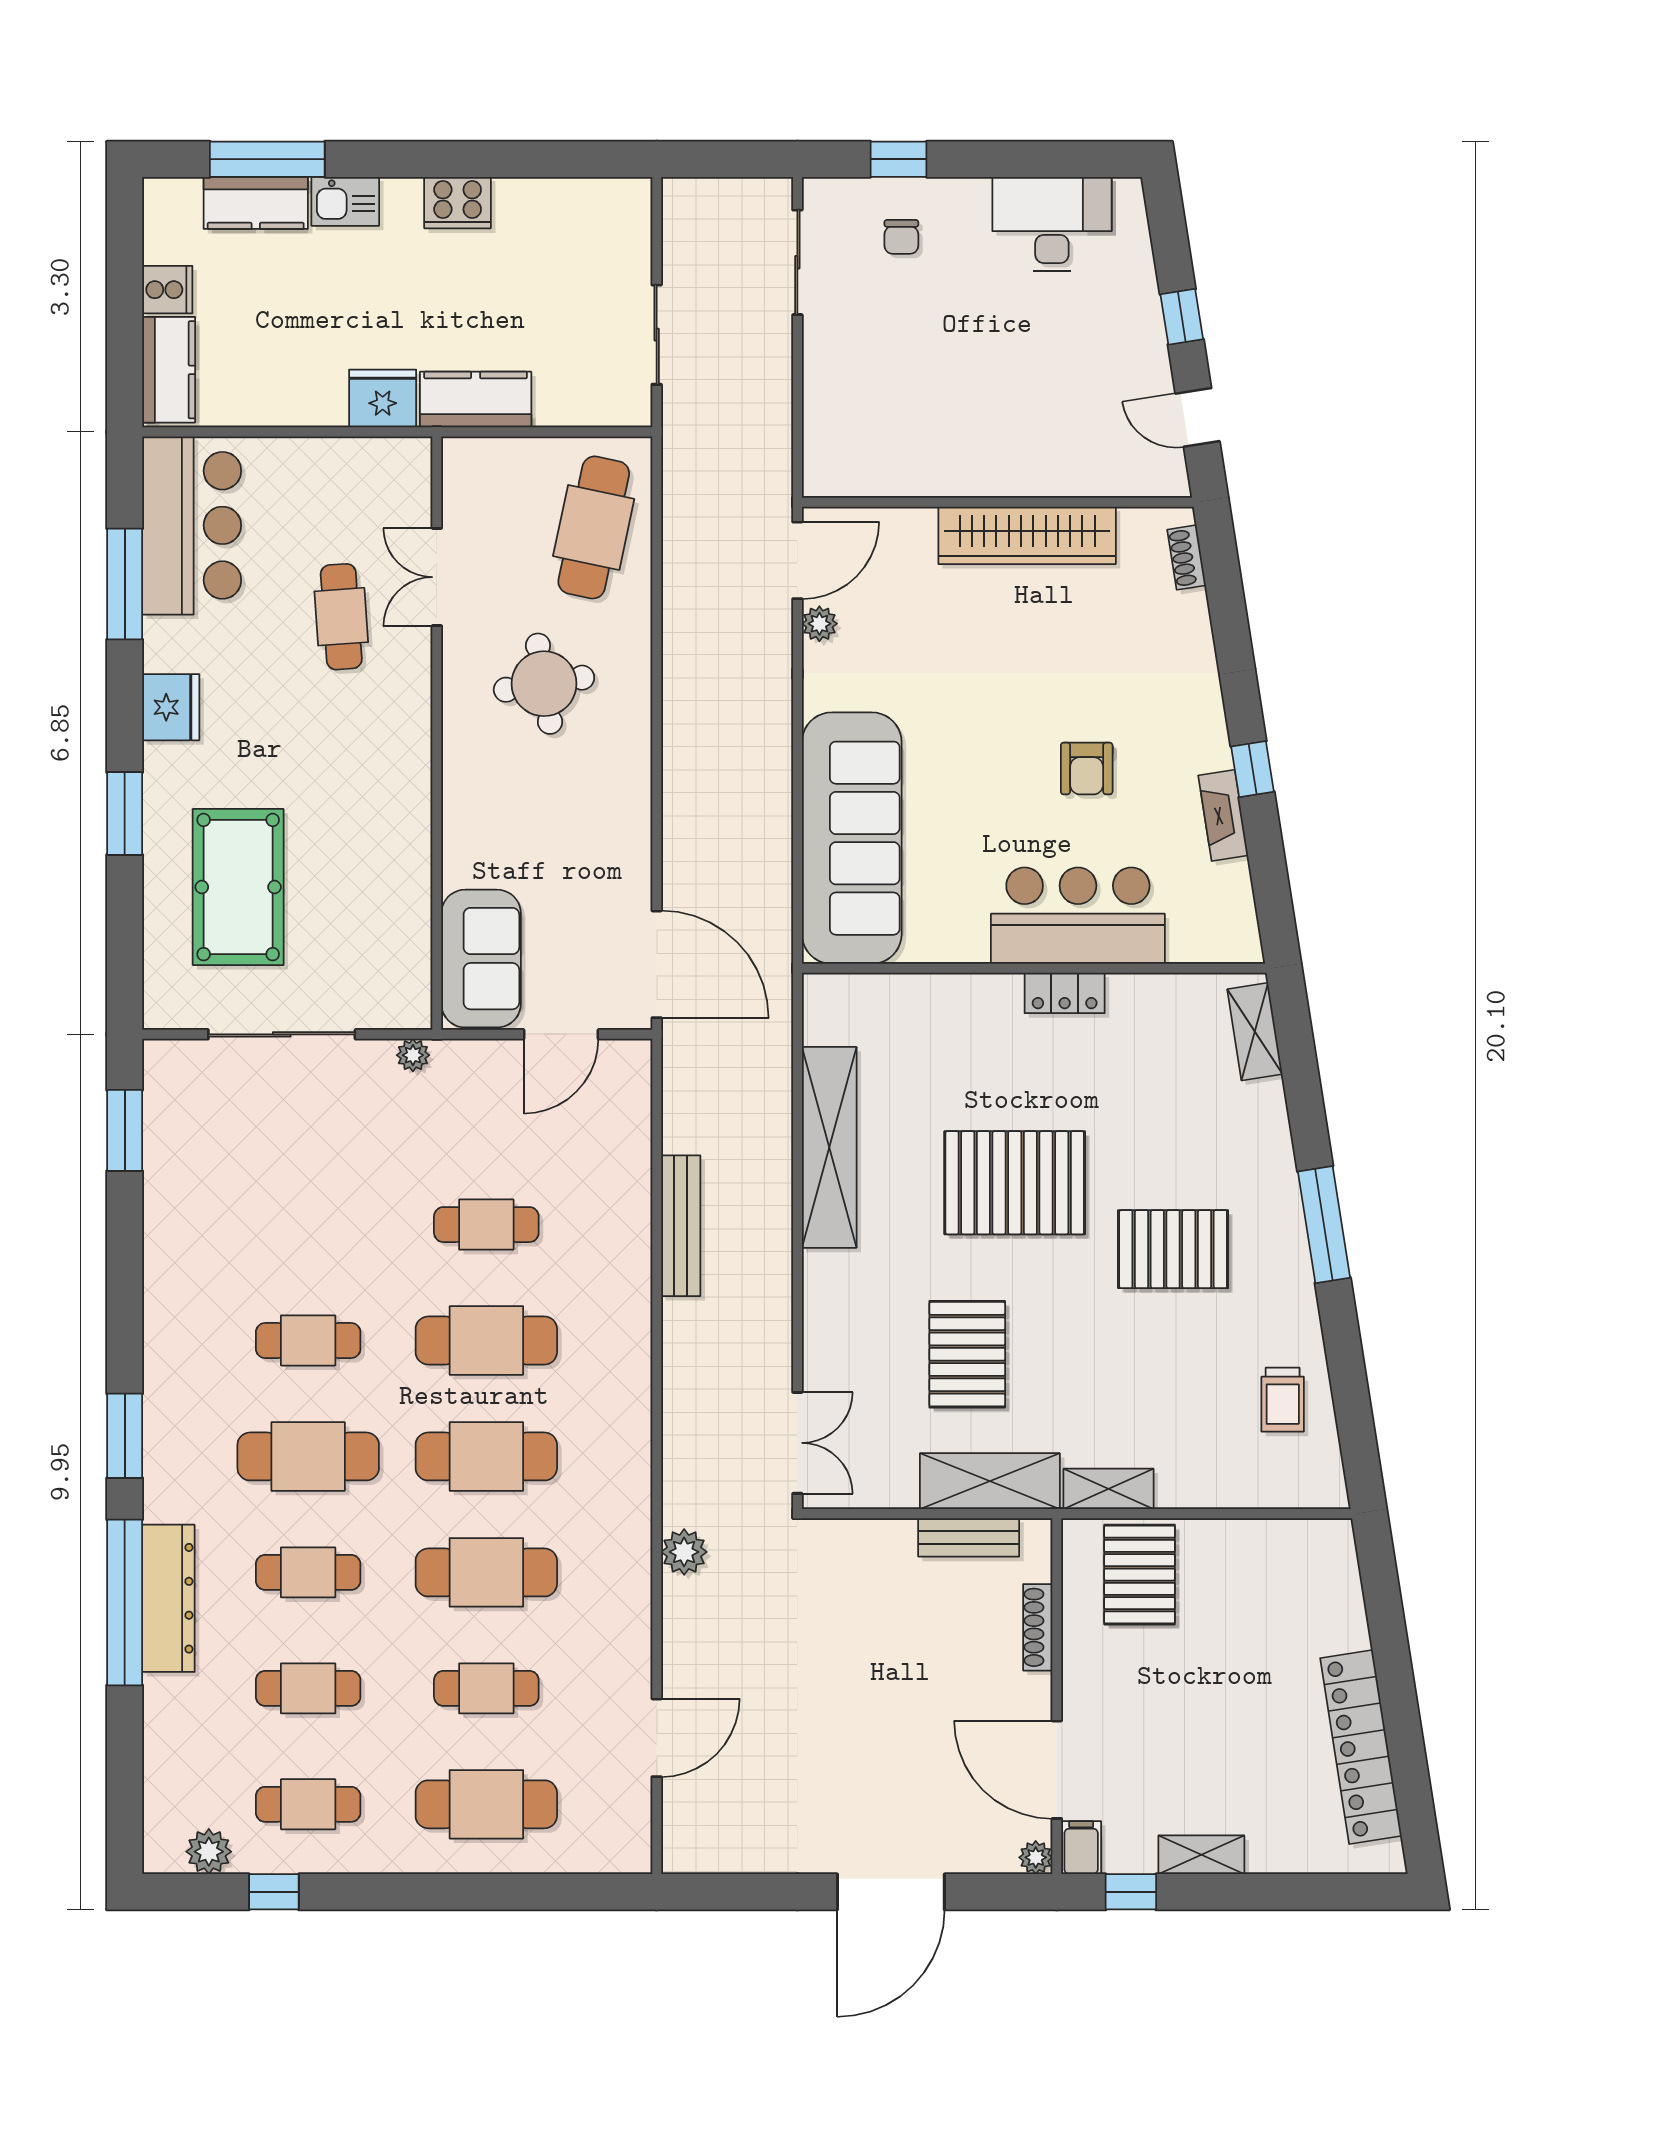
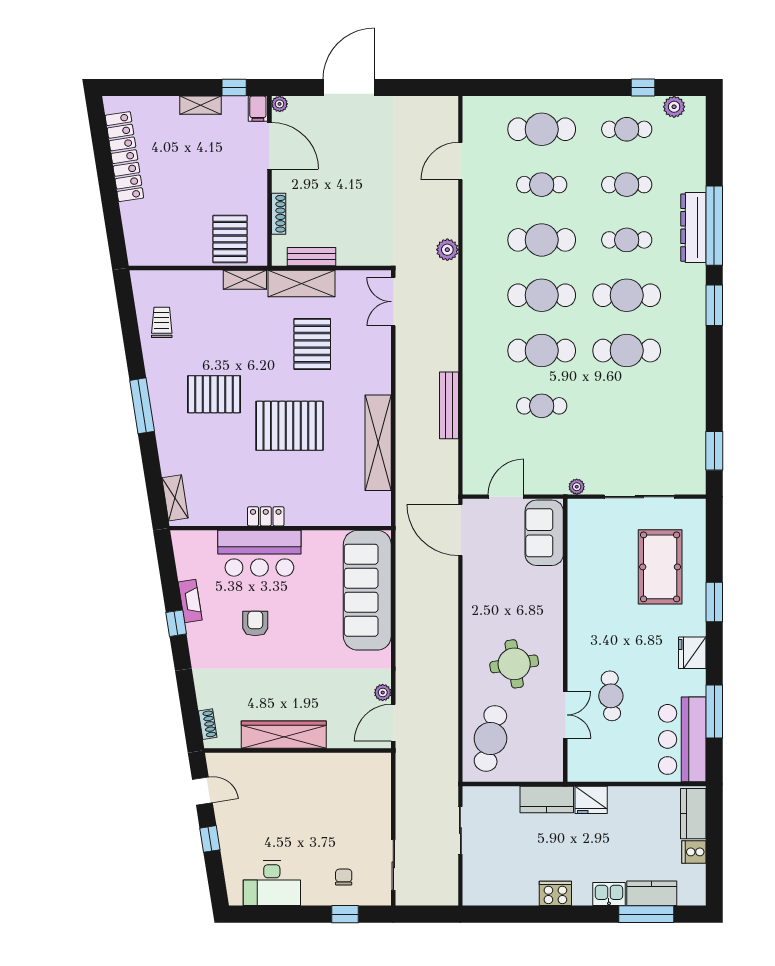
cafe table: (308, 1341) -> (627, 351), width x1.37, depth x1.35

